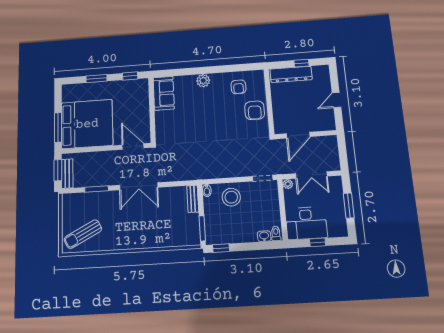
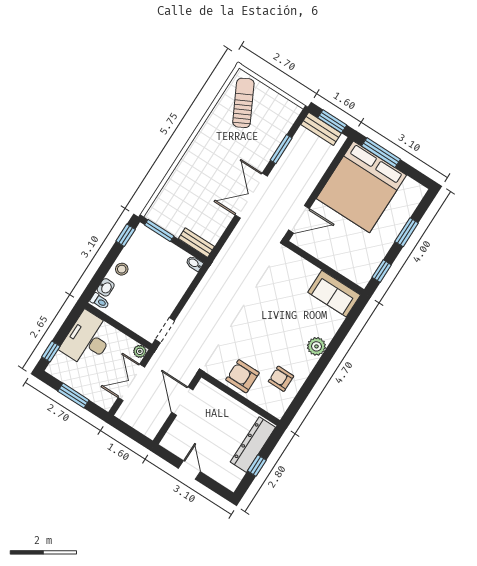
stool: (231, 197) -> (122, 269), moved, width x0.53, depth x0.53
window: (318, 242) -> (51, 351), moved

